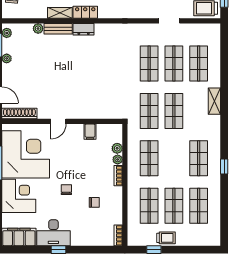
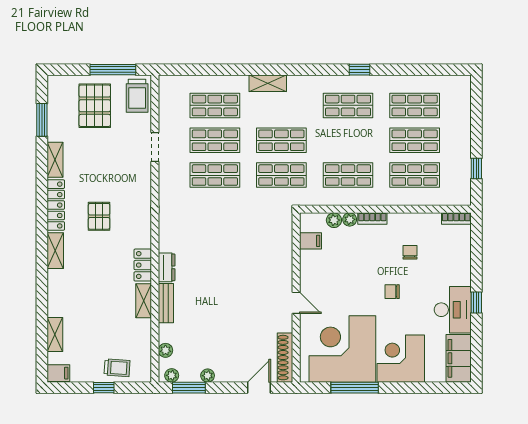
plant: (38, 29) -> (165, 350), moved
filing cabinet: (90, 132) -> (311, 241), moved
trolley: (166, 238) -> (460, 151), removed

